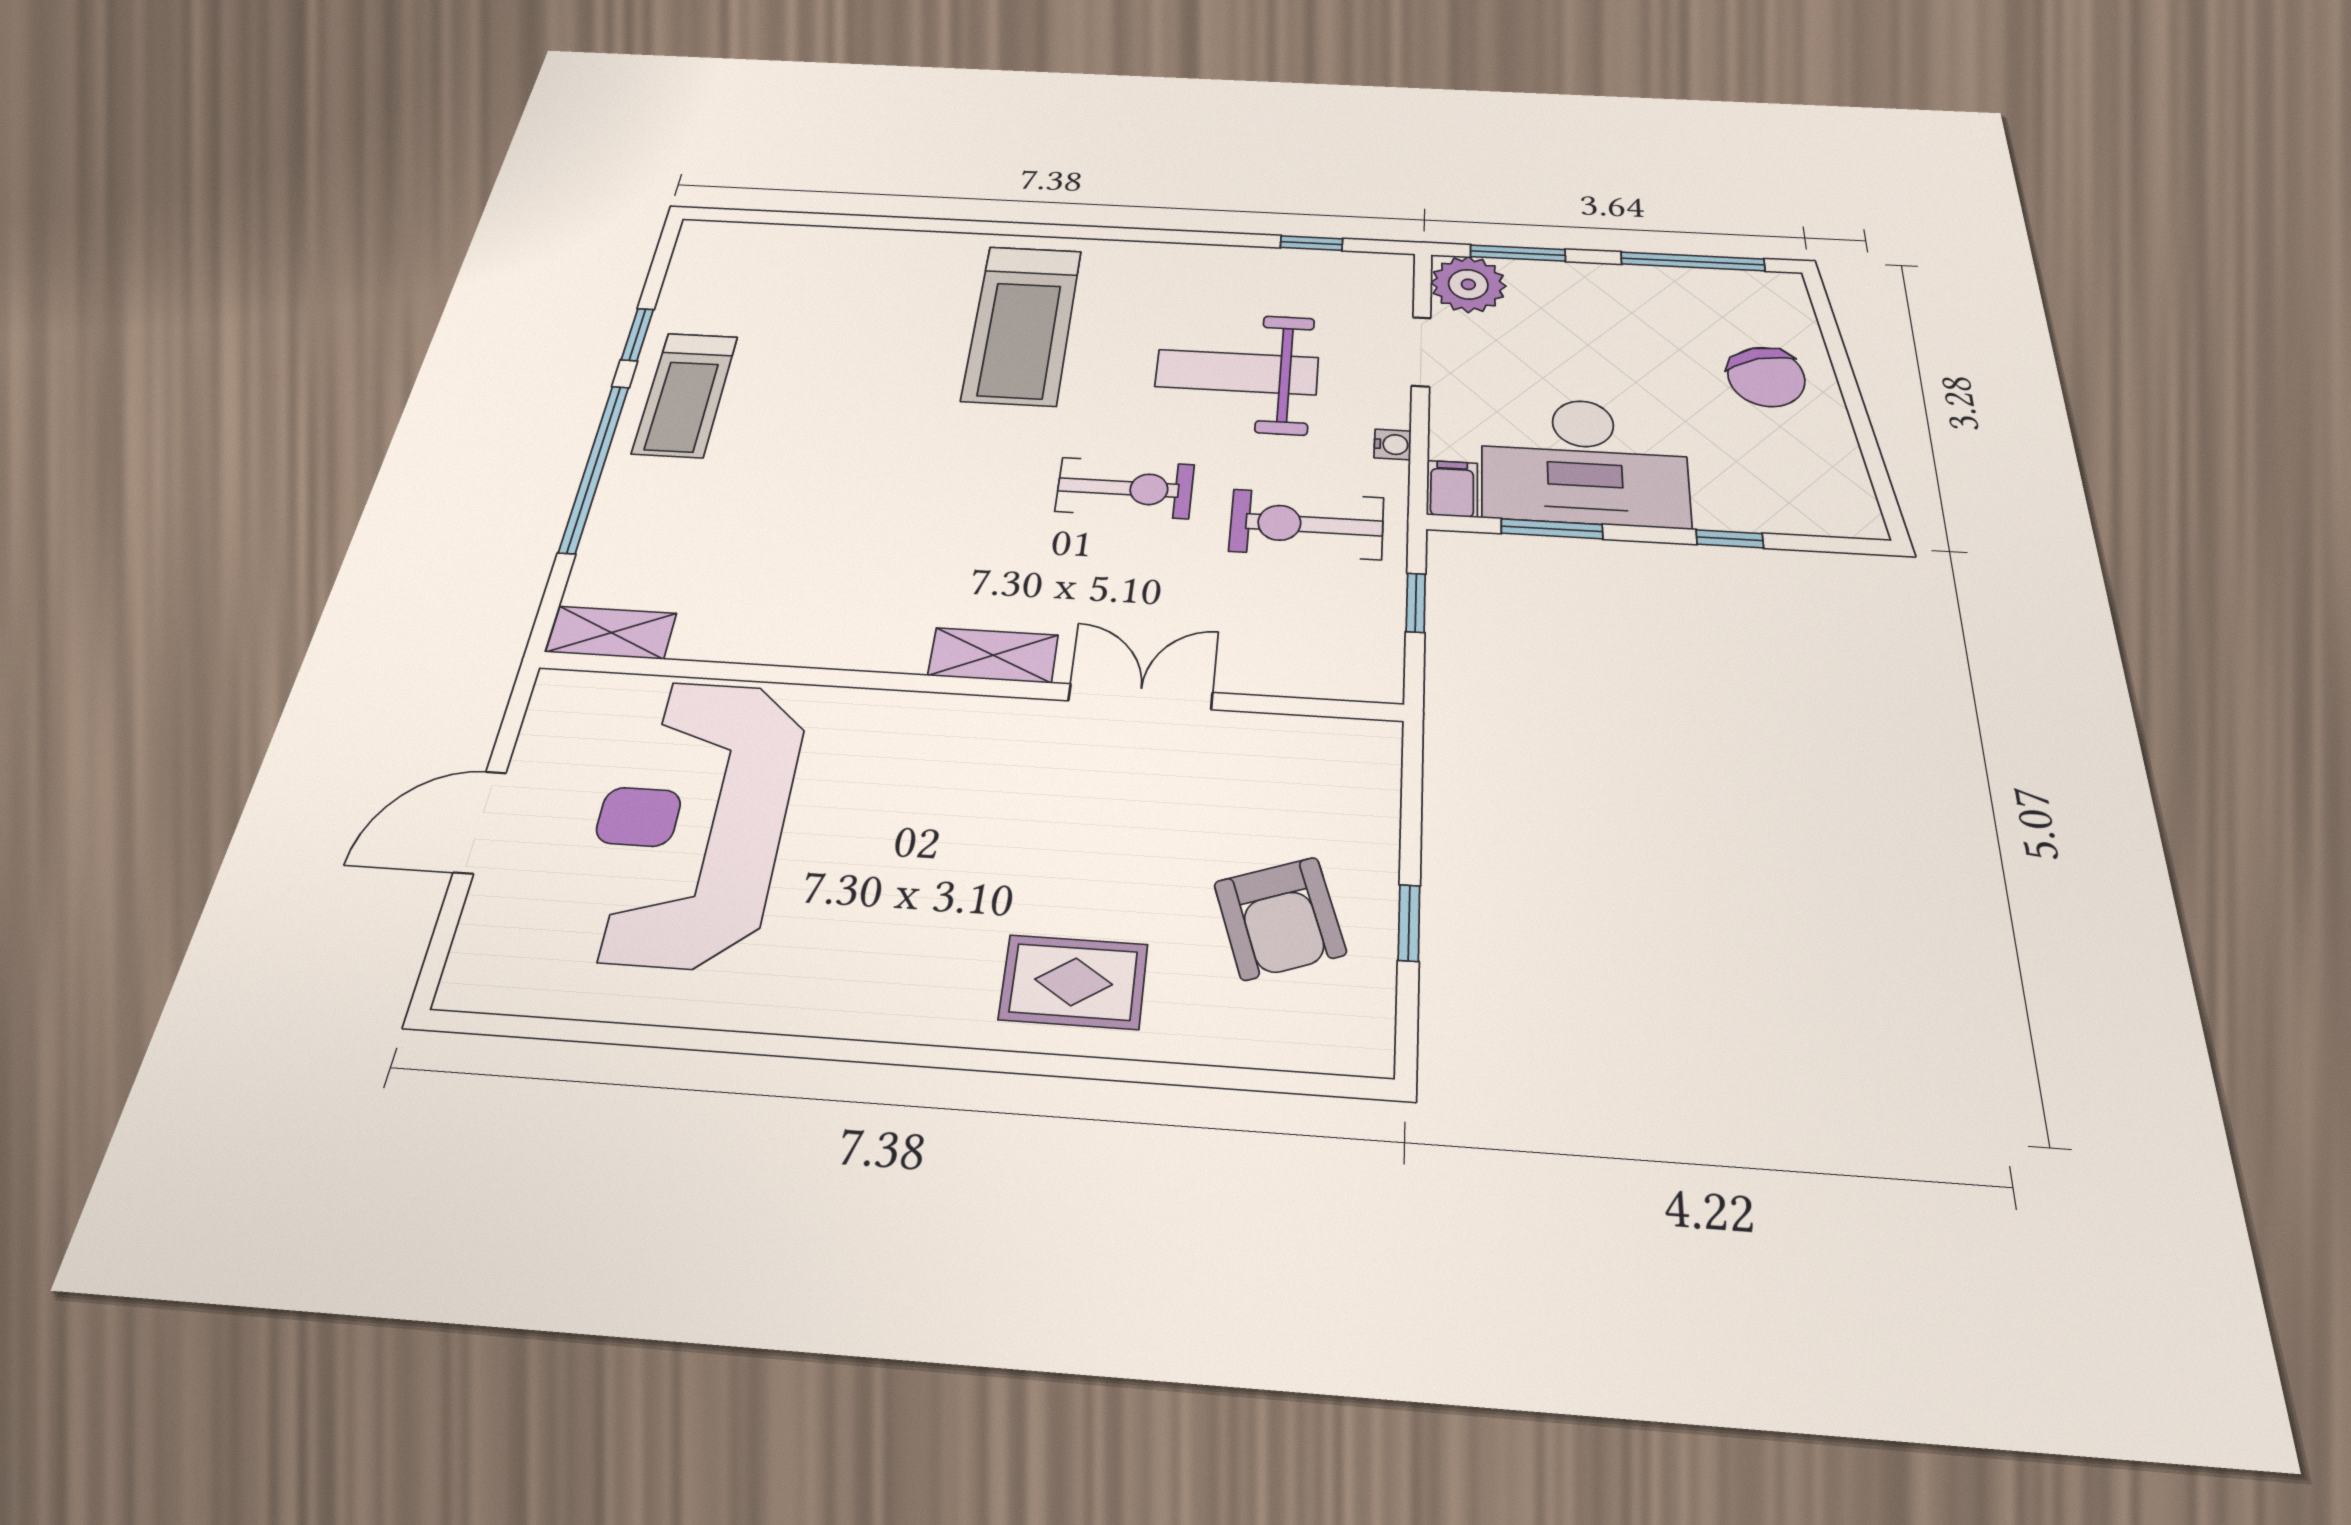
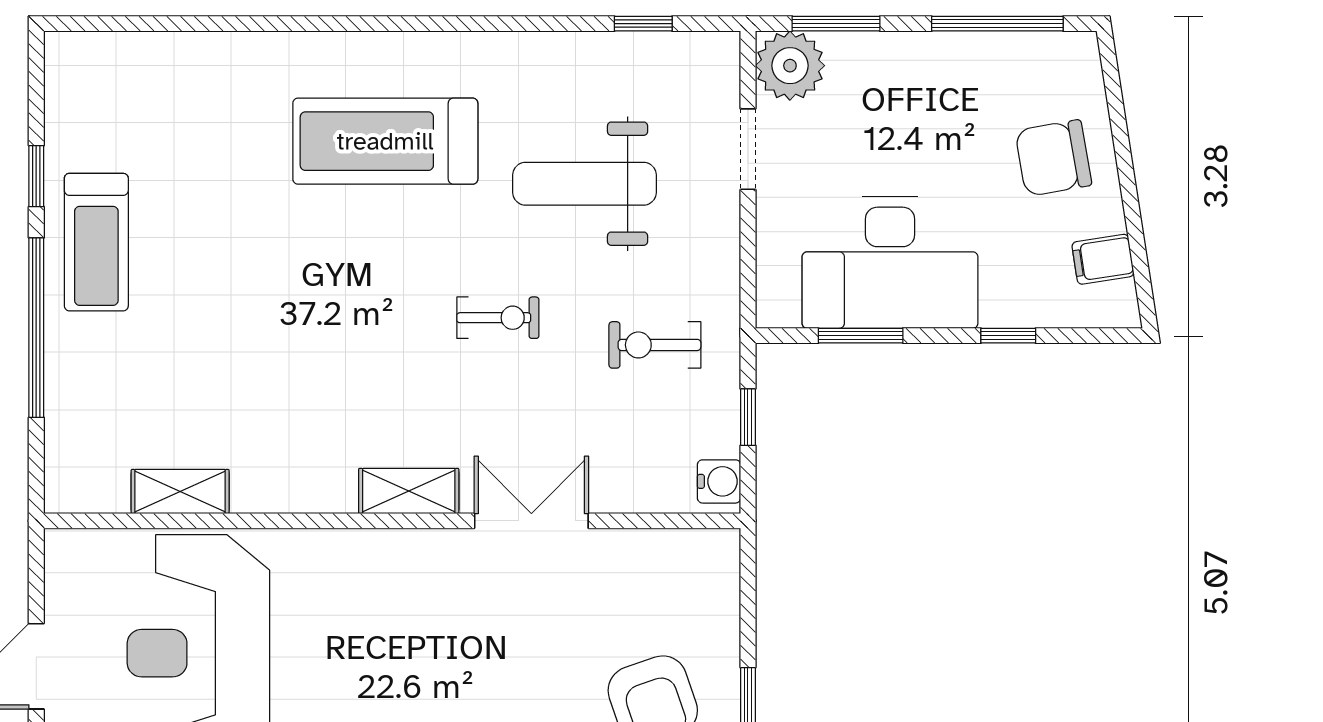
treadmill: (1022, 325) -> (385, 141), turned 90
chair: (1766, 377) -> (1053, 158), turned 96
water cooler: (1393, 444) -> (719, 481), moved, width x1.38, depth x1.38
exercise bike: (1125, 488) -> (498, 318), width x0.73, depth x0.72
filing cabinet: (1452, 489) -> (1103, 259), moved, turned -99
exercise bike: (1307, 524) -> (655, 345), width x0.73, depth x0.72
shelving: (611, 633) -> (180, 491), moved

